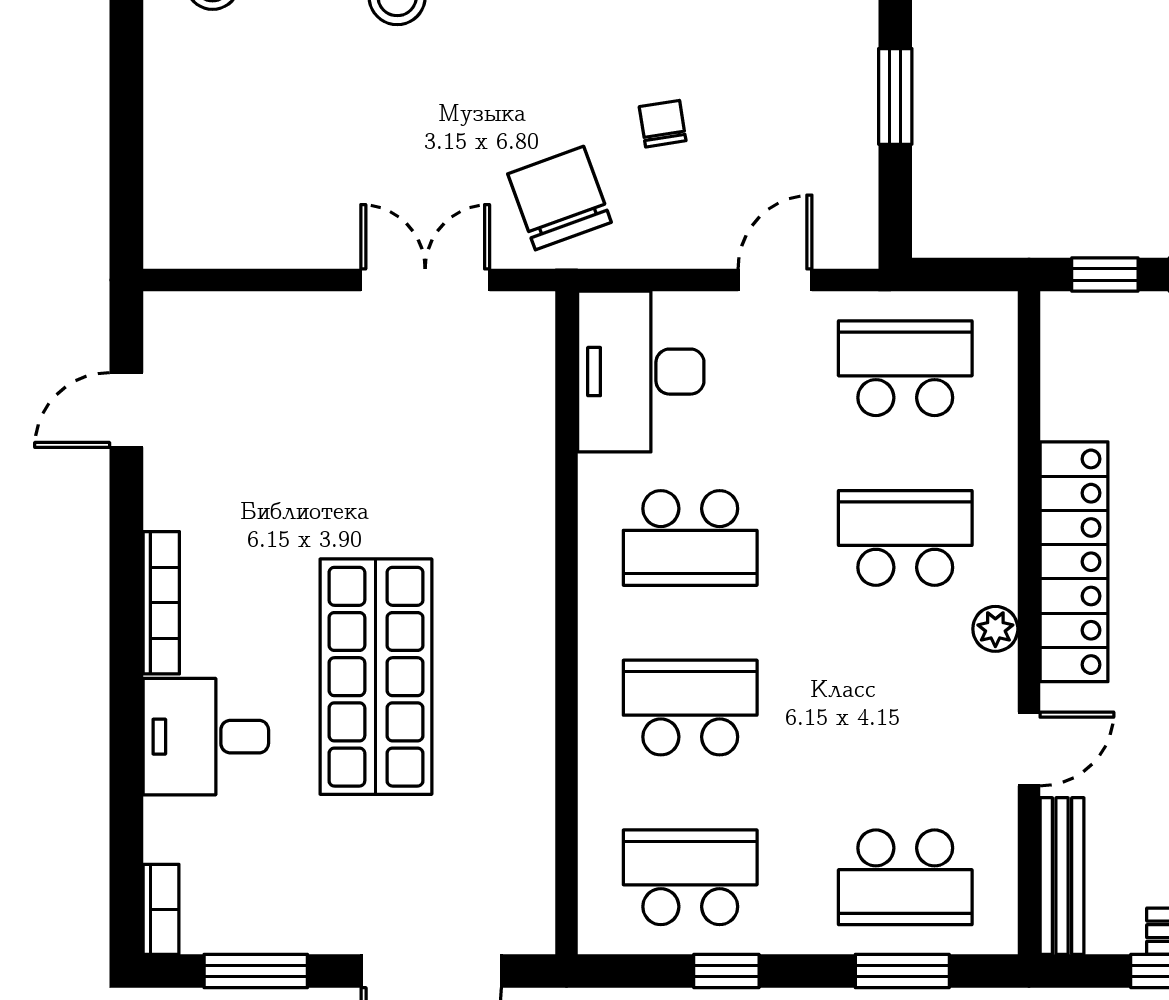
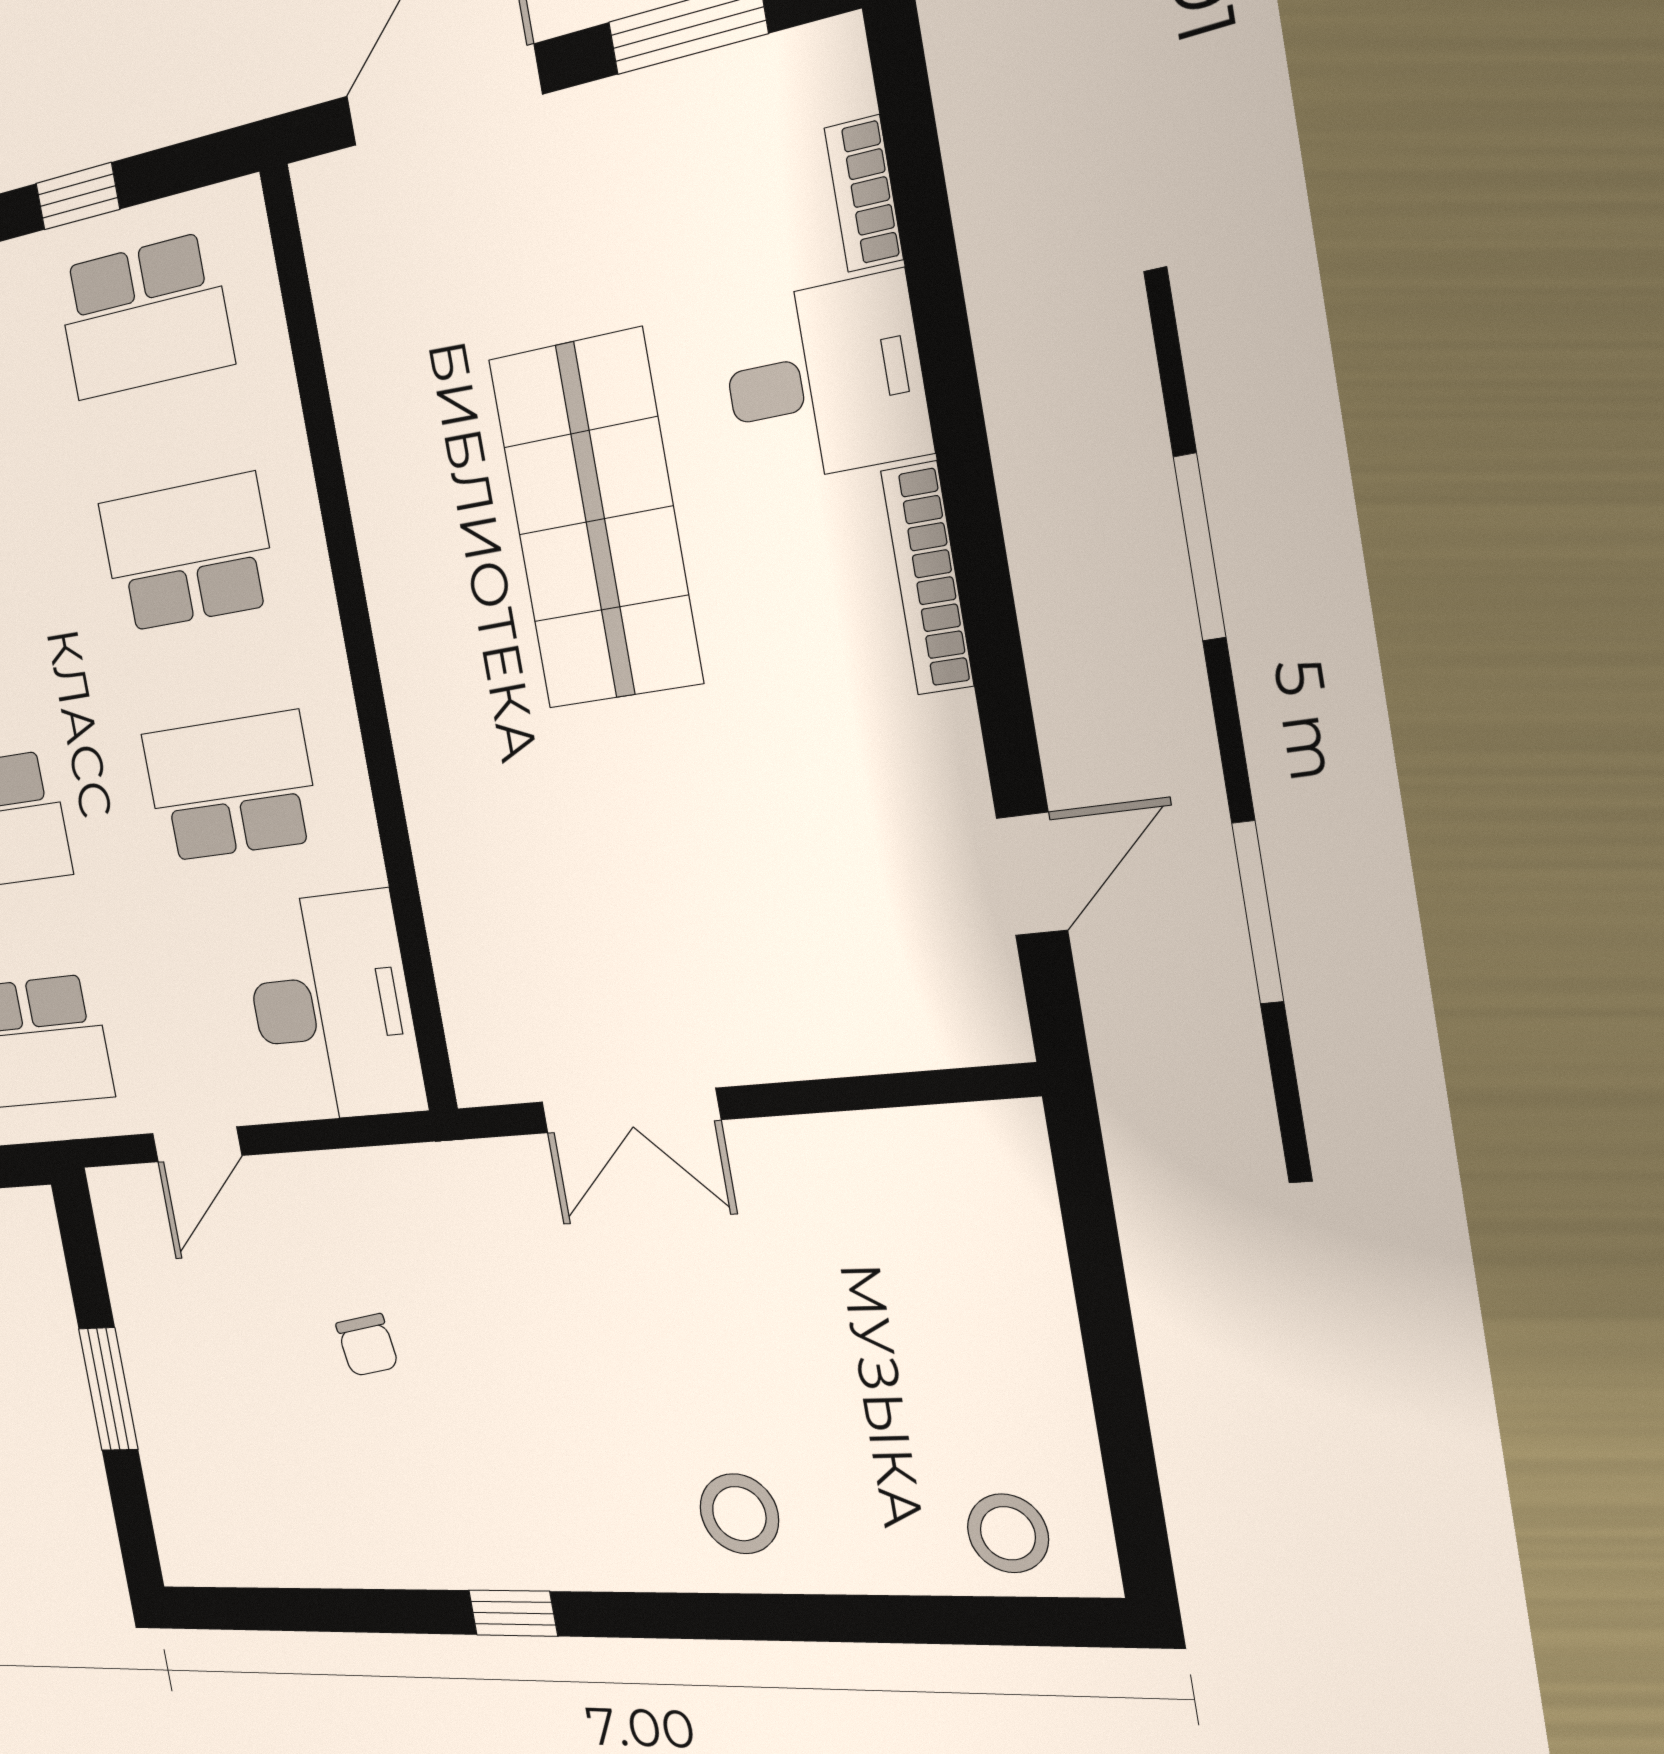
chair: (560, 198) -> (476, 1238), removed
school desk: (690, 708) -> (188, 553), turned 180
bookcase: (161, 909) -> (864, 194), moved

